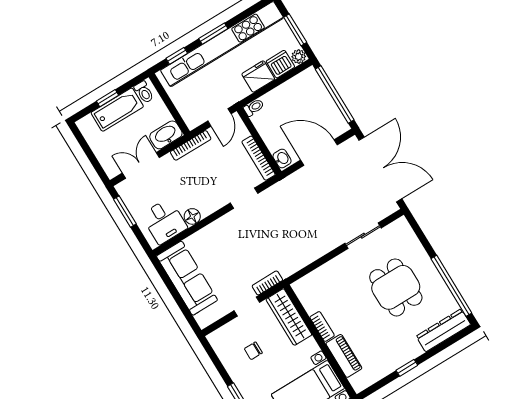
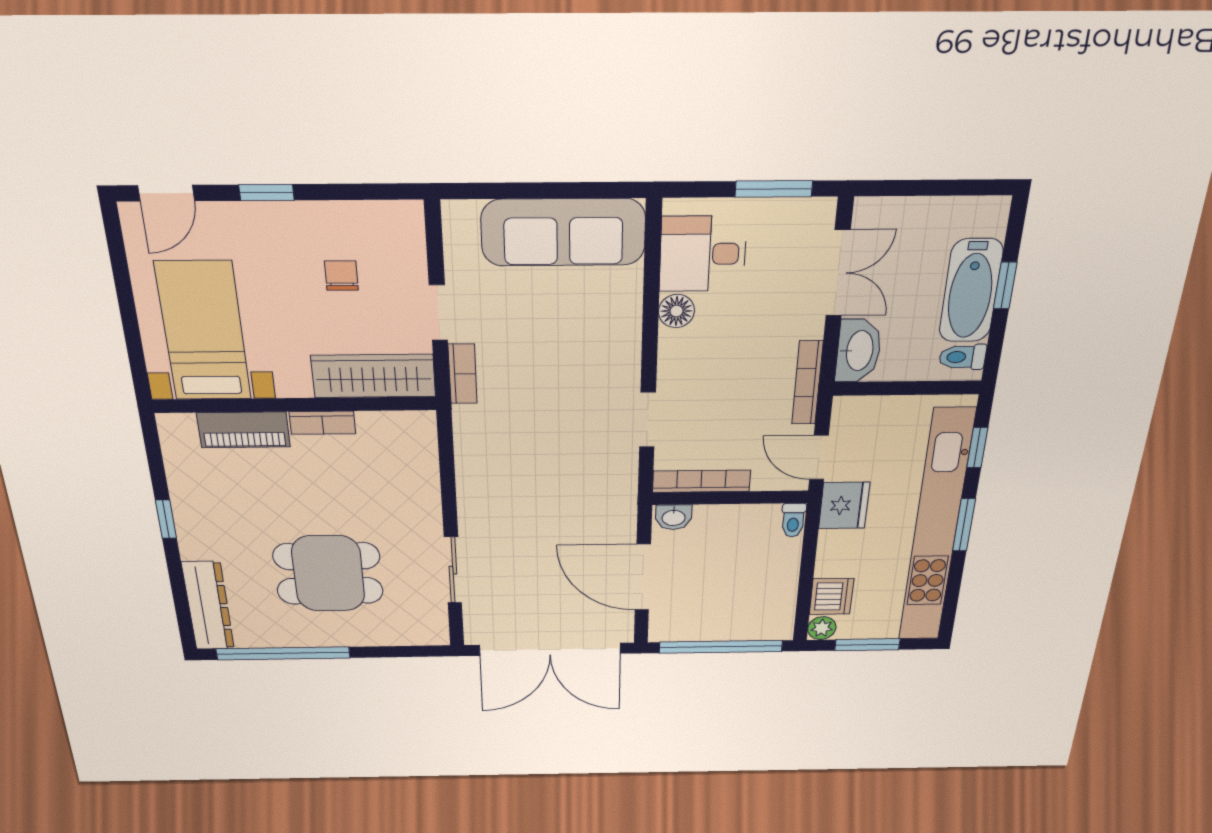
fridge: (258, 77) -> (844, 505), moved
door: (319, 152) -> (643, 577), swing flipped

